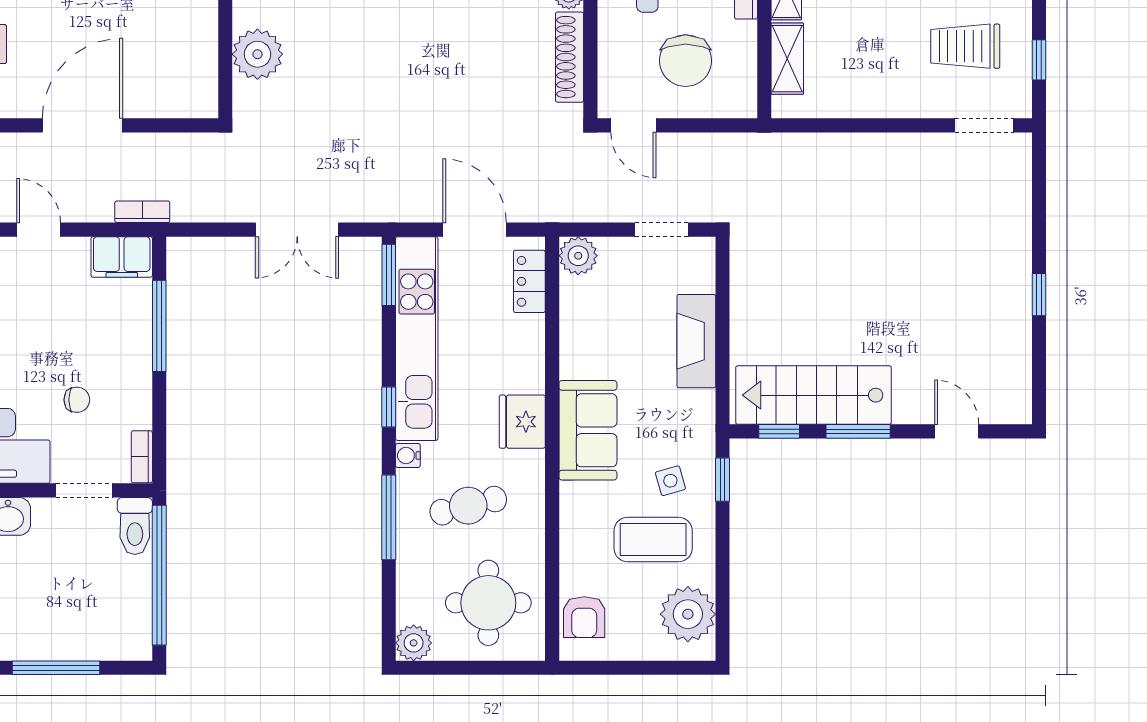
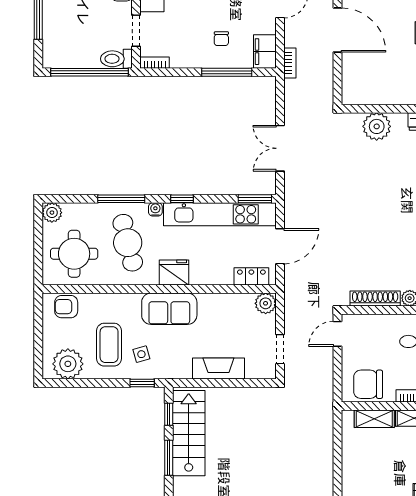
chair: (686, 61) -> (368, 384), moved
chair: (77, 400) -> (221, 39), moved
cafe table: (468, 506) -> (128, 243), width x1.37, depth x1.35

